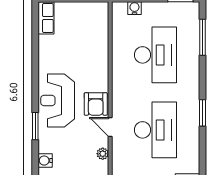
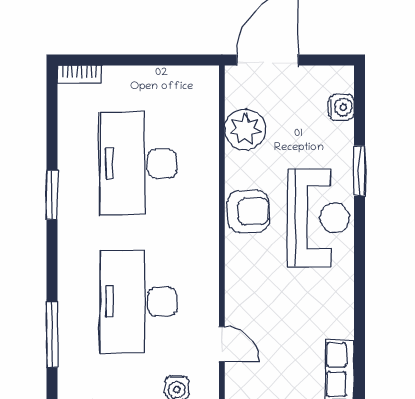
armchair: (96, 104) -> (248, 211), turned 90
door: (110, 127) -> (222, 344), moved
plant: (103, 154) -> (245, 129), width x1.88, depth x1.88

